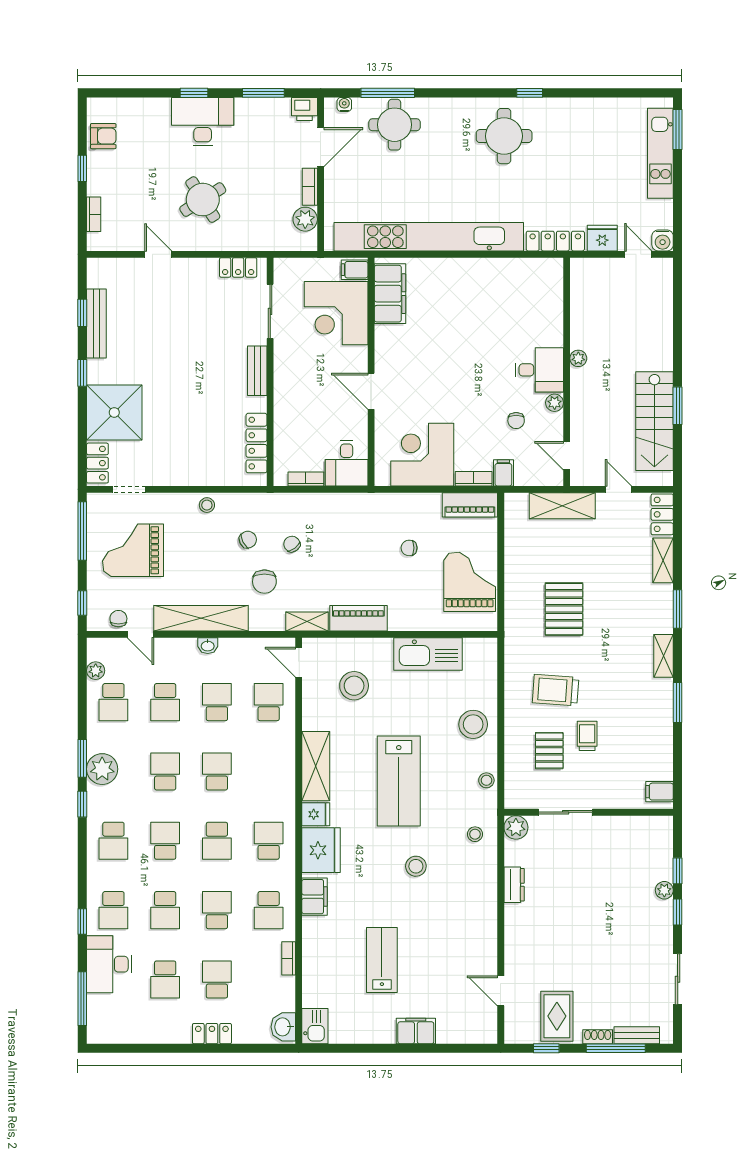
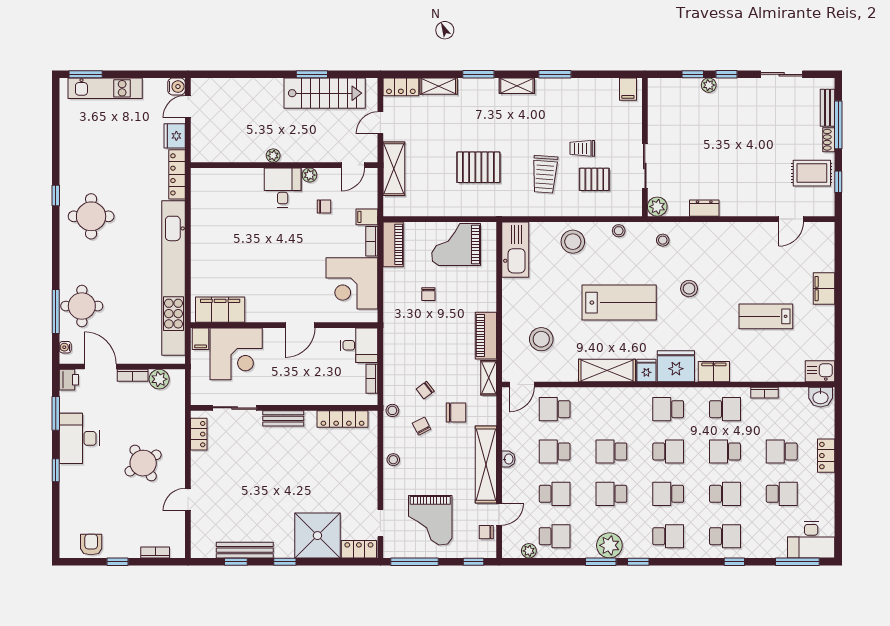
desk: (203, 122) -> (79, 438), moved
stool: (267, 504) -> (392, 410), added
kitchen sink: (428, 654) -> (515, 250), moved
desk: (109, 964) -> (811, 540), moved

